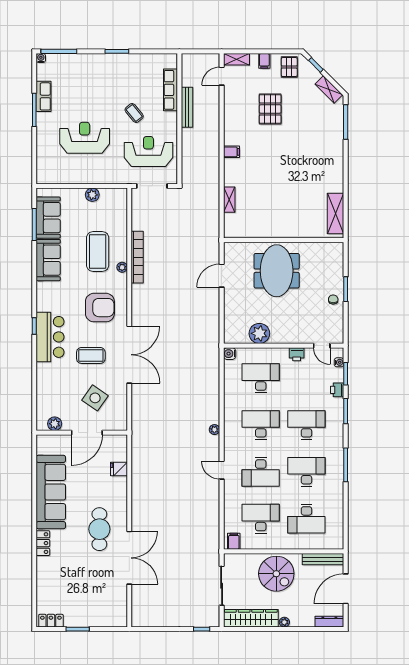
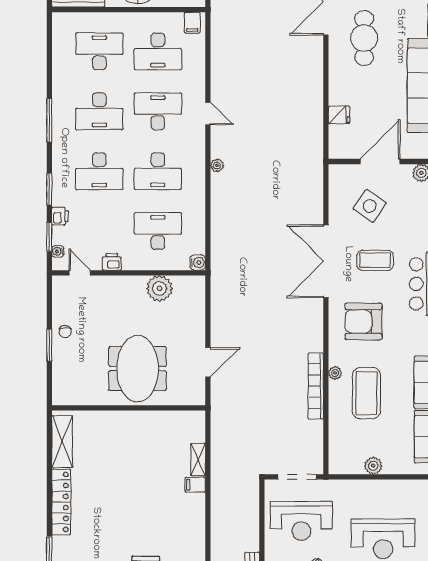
filing cabinet: (231, 152) -> (195, 485), moved
locker: (336, 166) -> (61, 502), added
desk: (261, 378) -> (158, 231), turned 180

